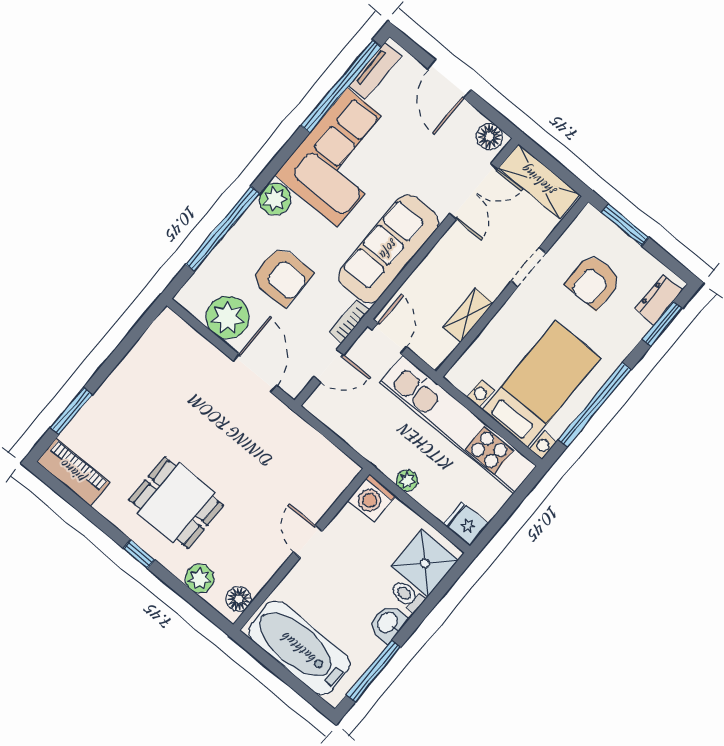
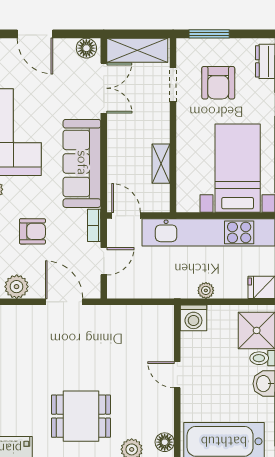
doorway: (528, 267) -> (173, 85), moved
armchair: (282, 276) -> (32, 231), width x0.72, depth x0.72
plant: (228, 318) -> (17, 287), width x0.73, depth x0.73

